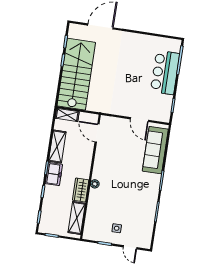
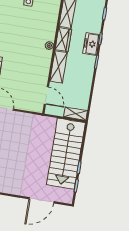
shelving: (57, 146) -> (59, 67), moved
freezer: (54, 174) -> (91, 44), moved

